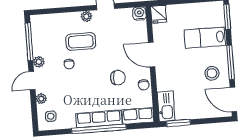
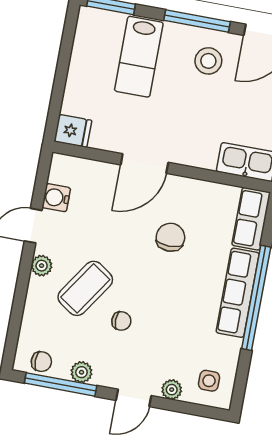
water cooler: (139, 14) -> (56, 198), moved
coffee table: (81, 41) -> (85, 288), turned 34
plant: (39, 62) -> (81, 372), moved
door: (32, 81) -> (134, 398), hinge flipped
chair: (144, 85) -> (41, 362), moved

